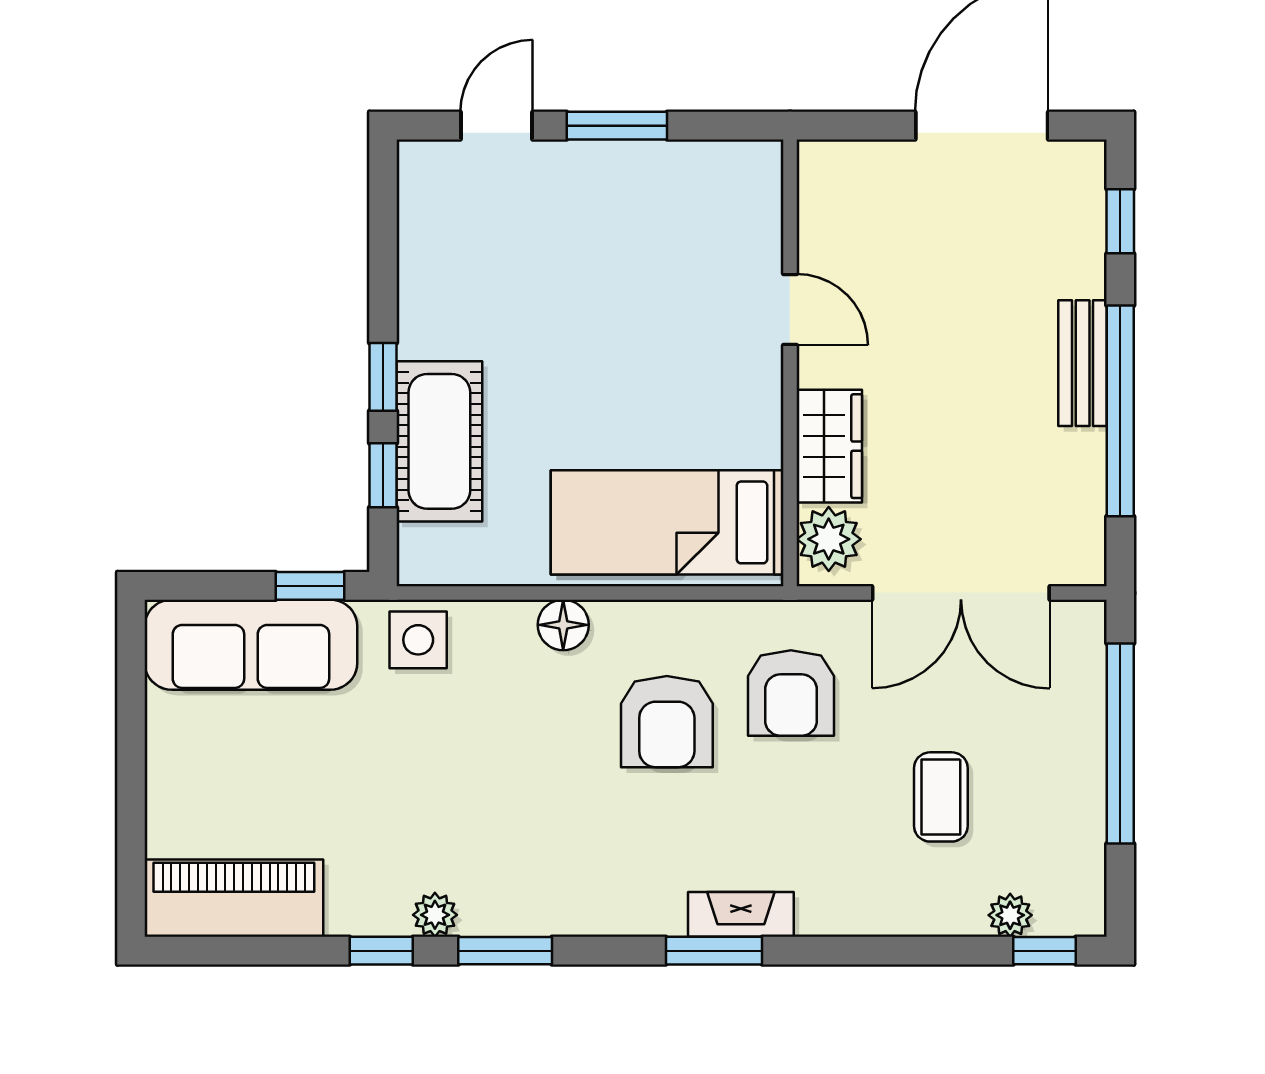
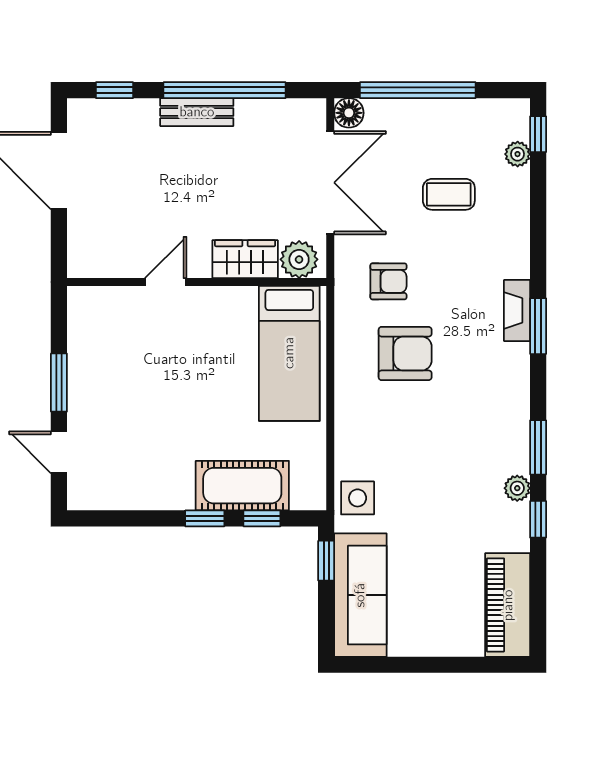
floor lamp: (563, 625) -> (349, 113), moved
armchair: (791, 693) -> (388, 281), width x0.72, depth x0.72

